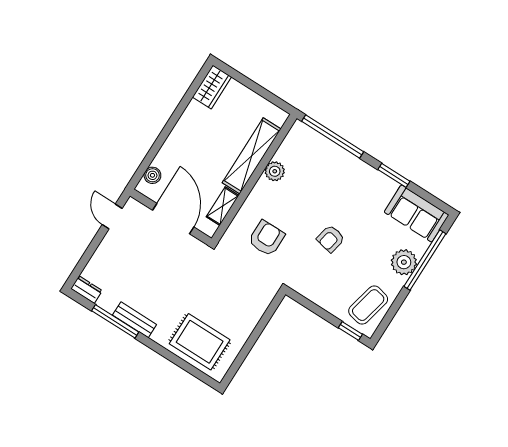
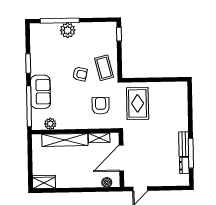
plant: (275, 171) -> (50, 124), moved
sofa: (417, 213) -> (41, 92), moved
armchair: (267, 238) -> (101, 106), turned 90
dresser: (86, 290) -> (184, 166), moved
coffee table: (368, 305) -> (104, 68), moved, turned 63
rug: (200, 342) -> (138, 103), moved

